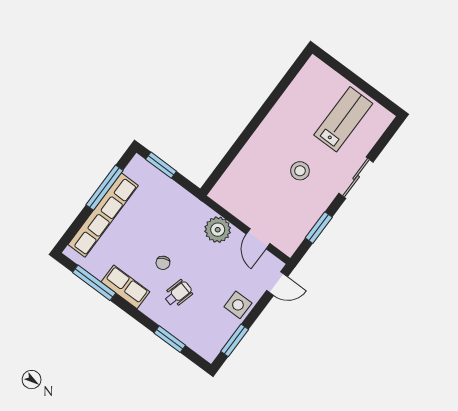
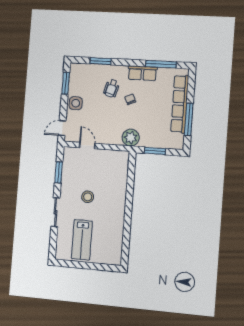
window: (161, 165) -> (155, 151), moved
plant: (218, 230) -> (131, 138), moved

